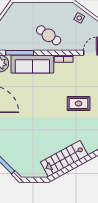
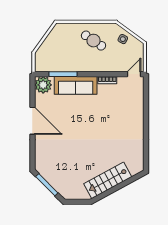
cafe table: (49, 35) -> (94, 41), moved
rug: (79, 104) -> (122, 125), removed

